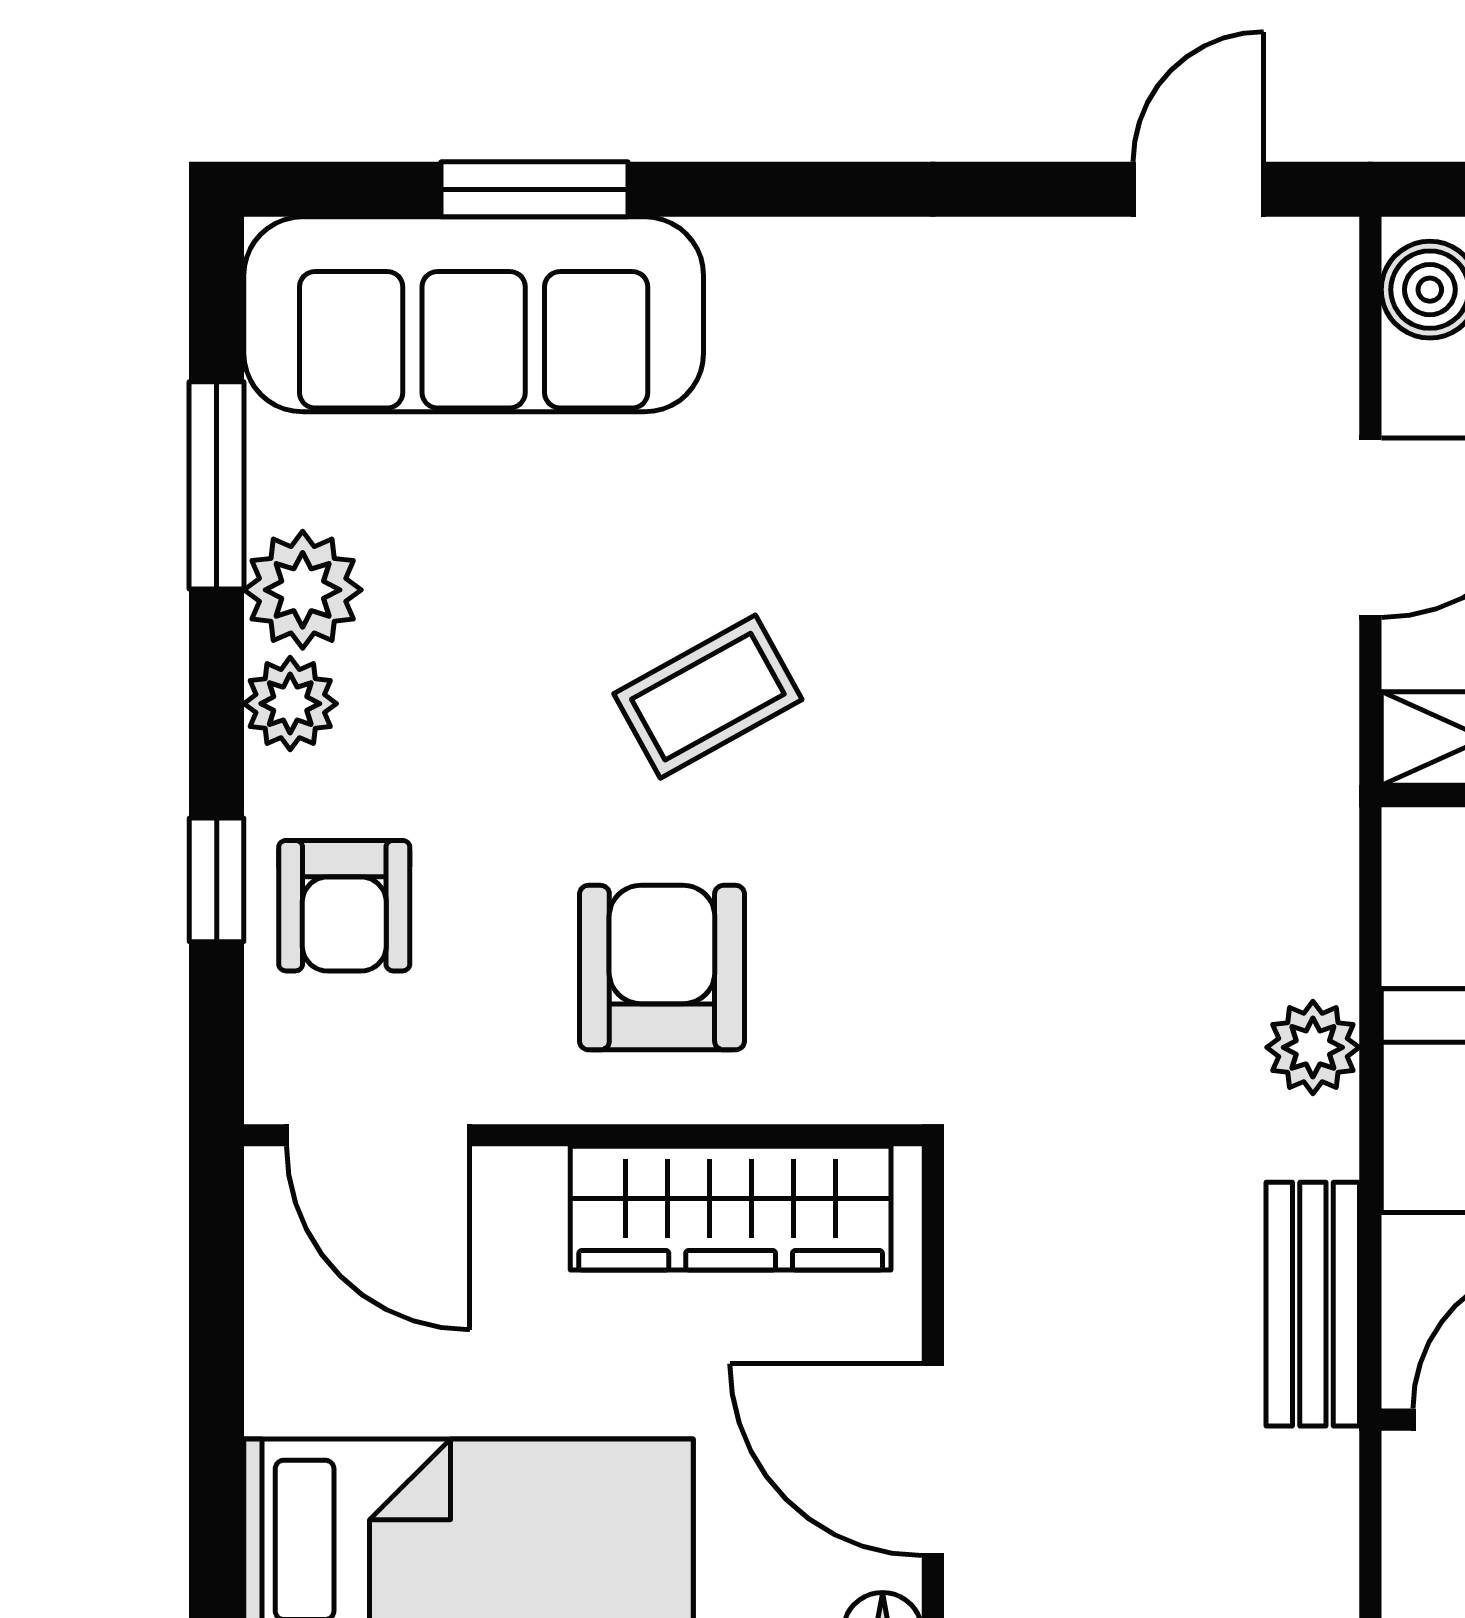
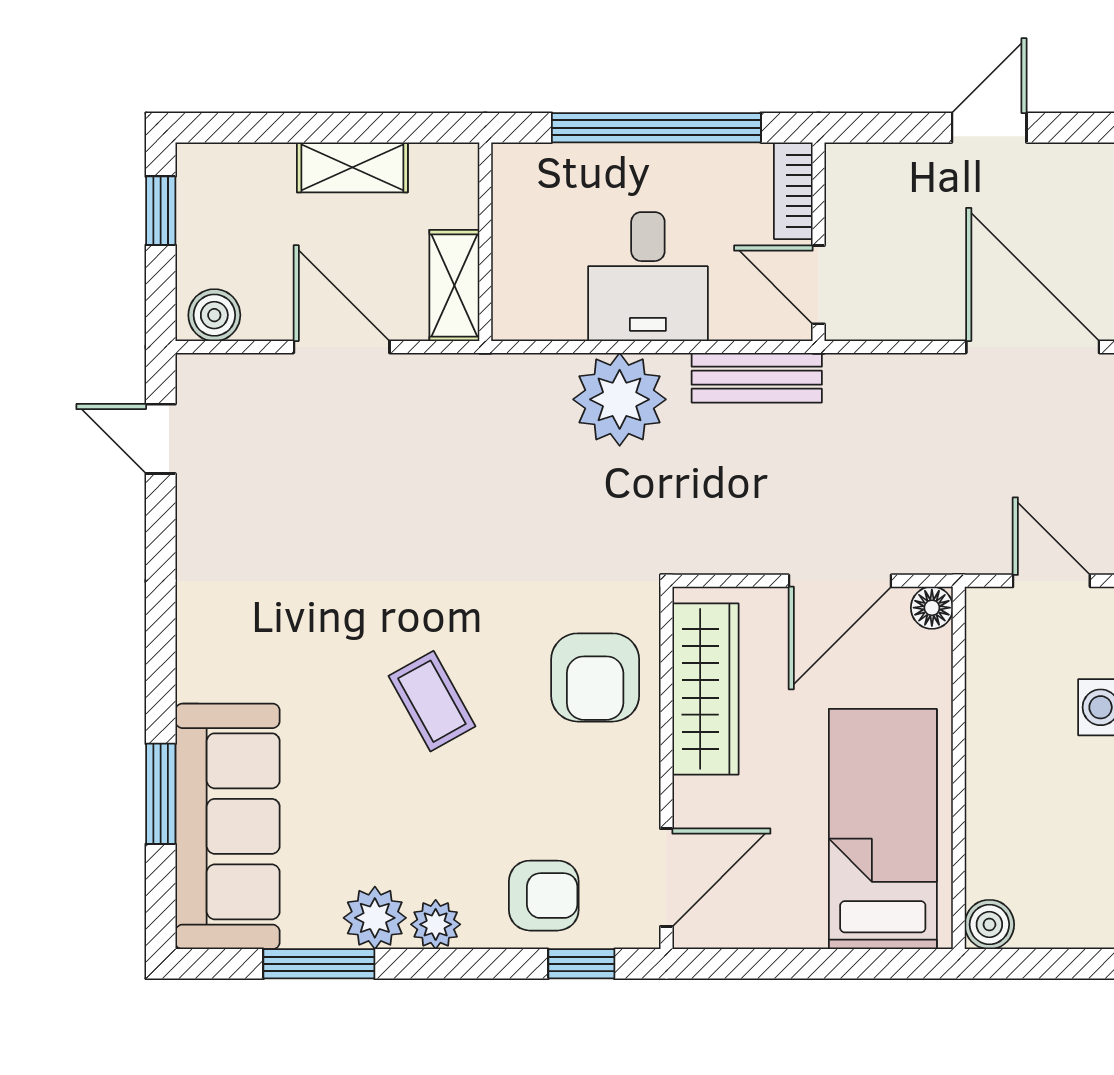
window: (217, 880) -> (581, 964), moved
armchair: (662, 968) -> (595, 677), moved, turned -90
plant: (1313, 1047) -> (620, 399), width x1.88, depth x1.88

